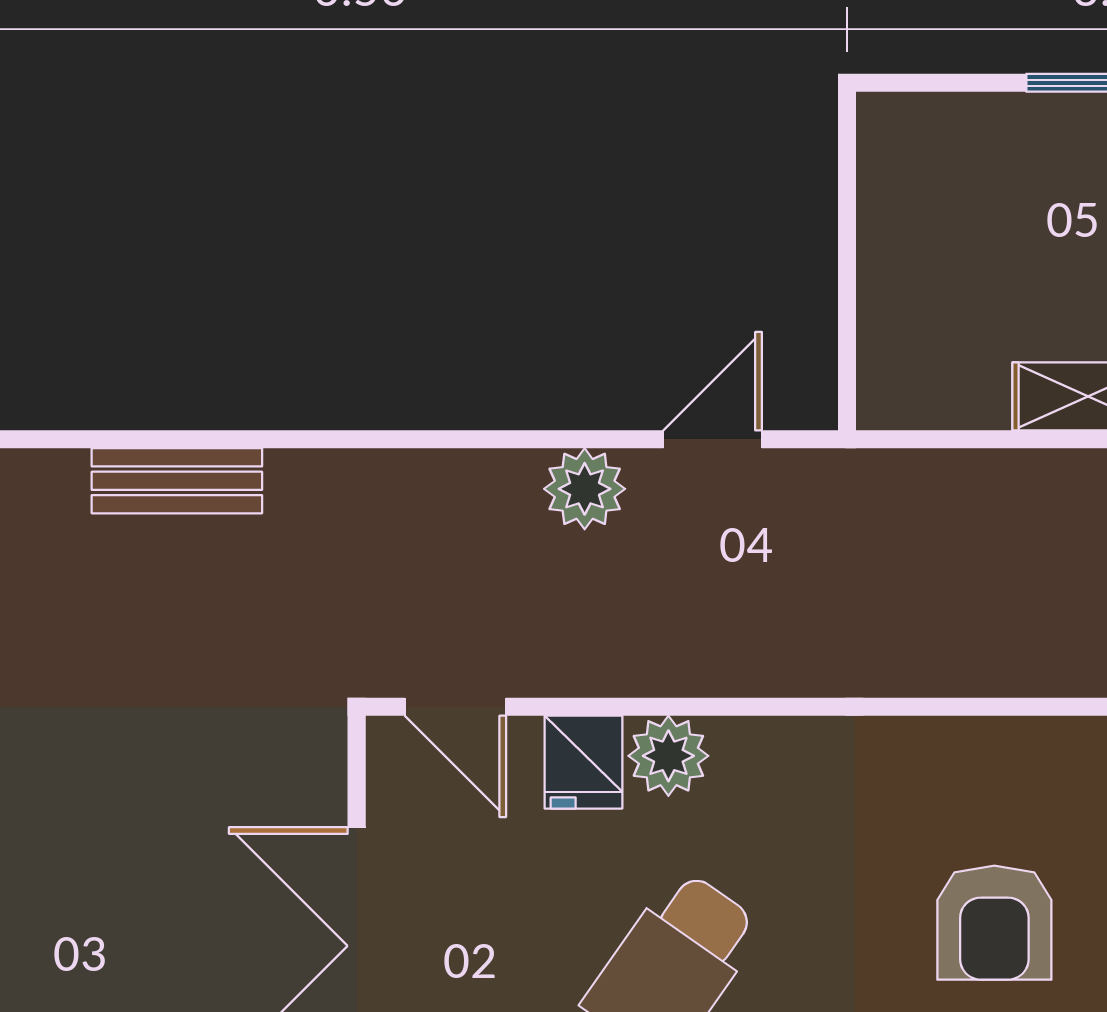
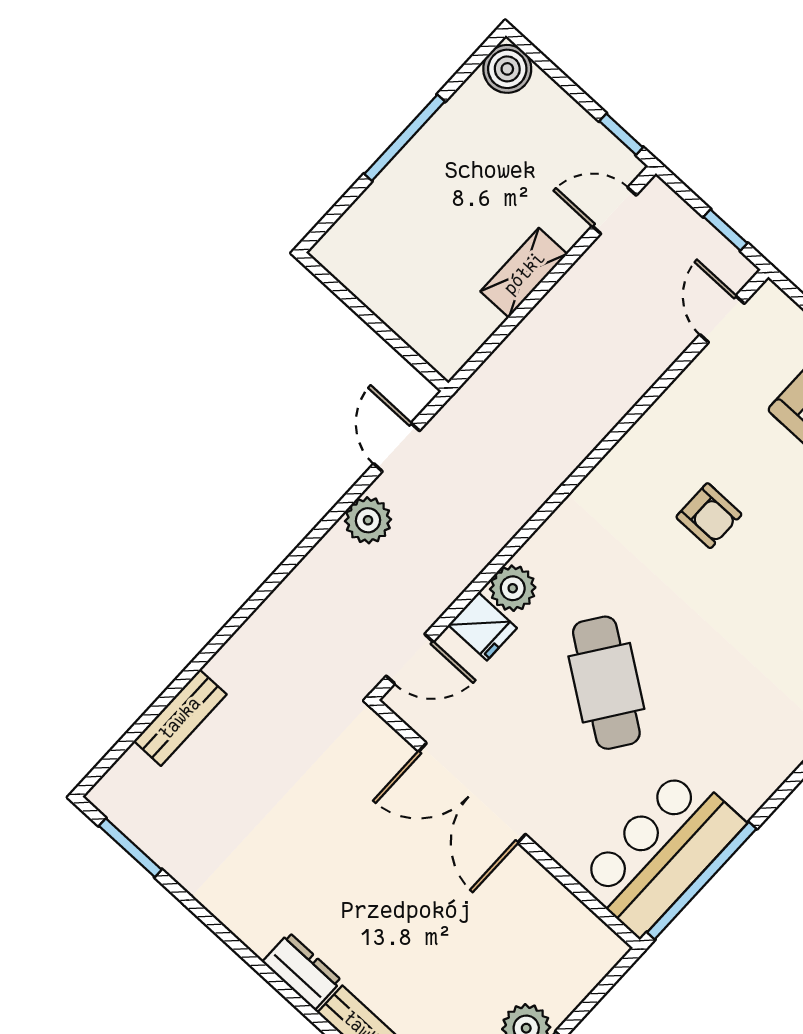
bench: (177, 481) -> (180, 718), moved
armchair: (994, 923) -> (709, 516), width x0.72, depth x0.72

